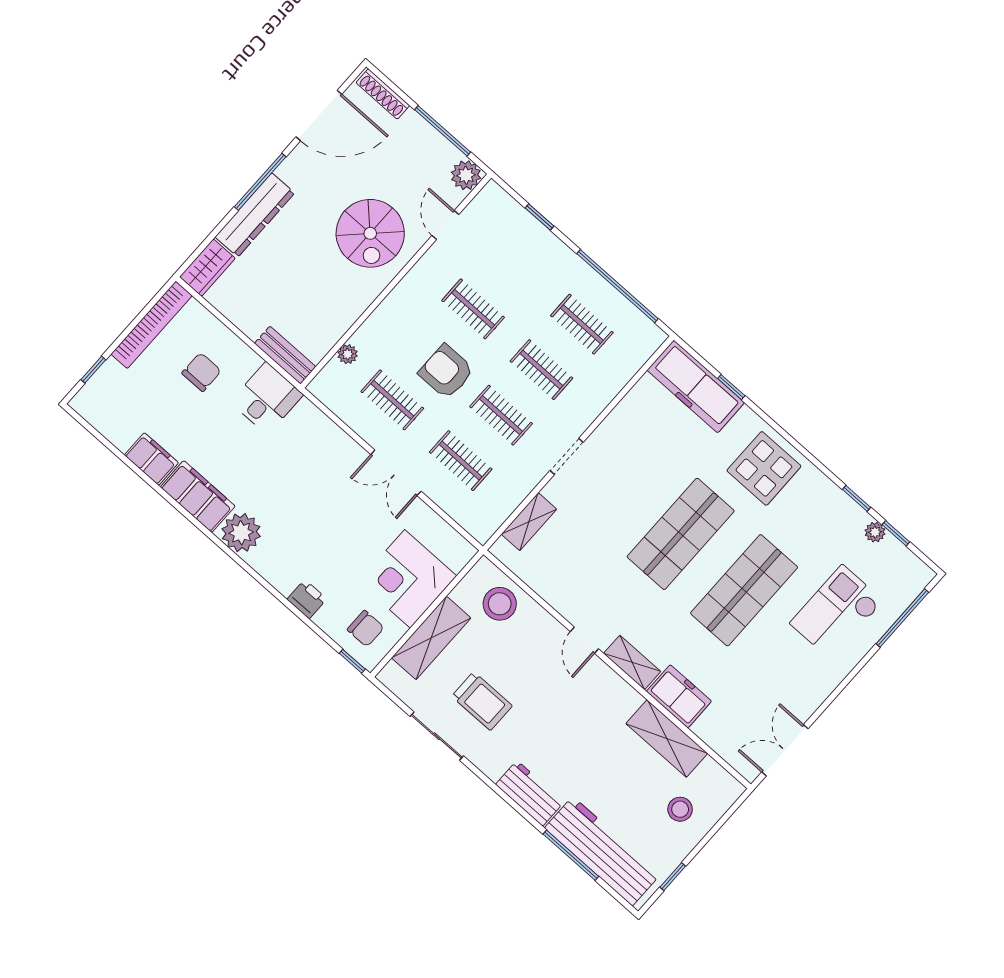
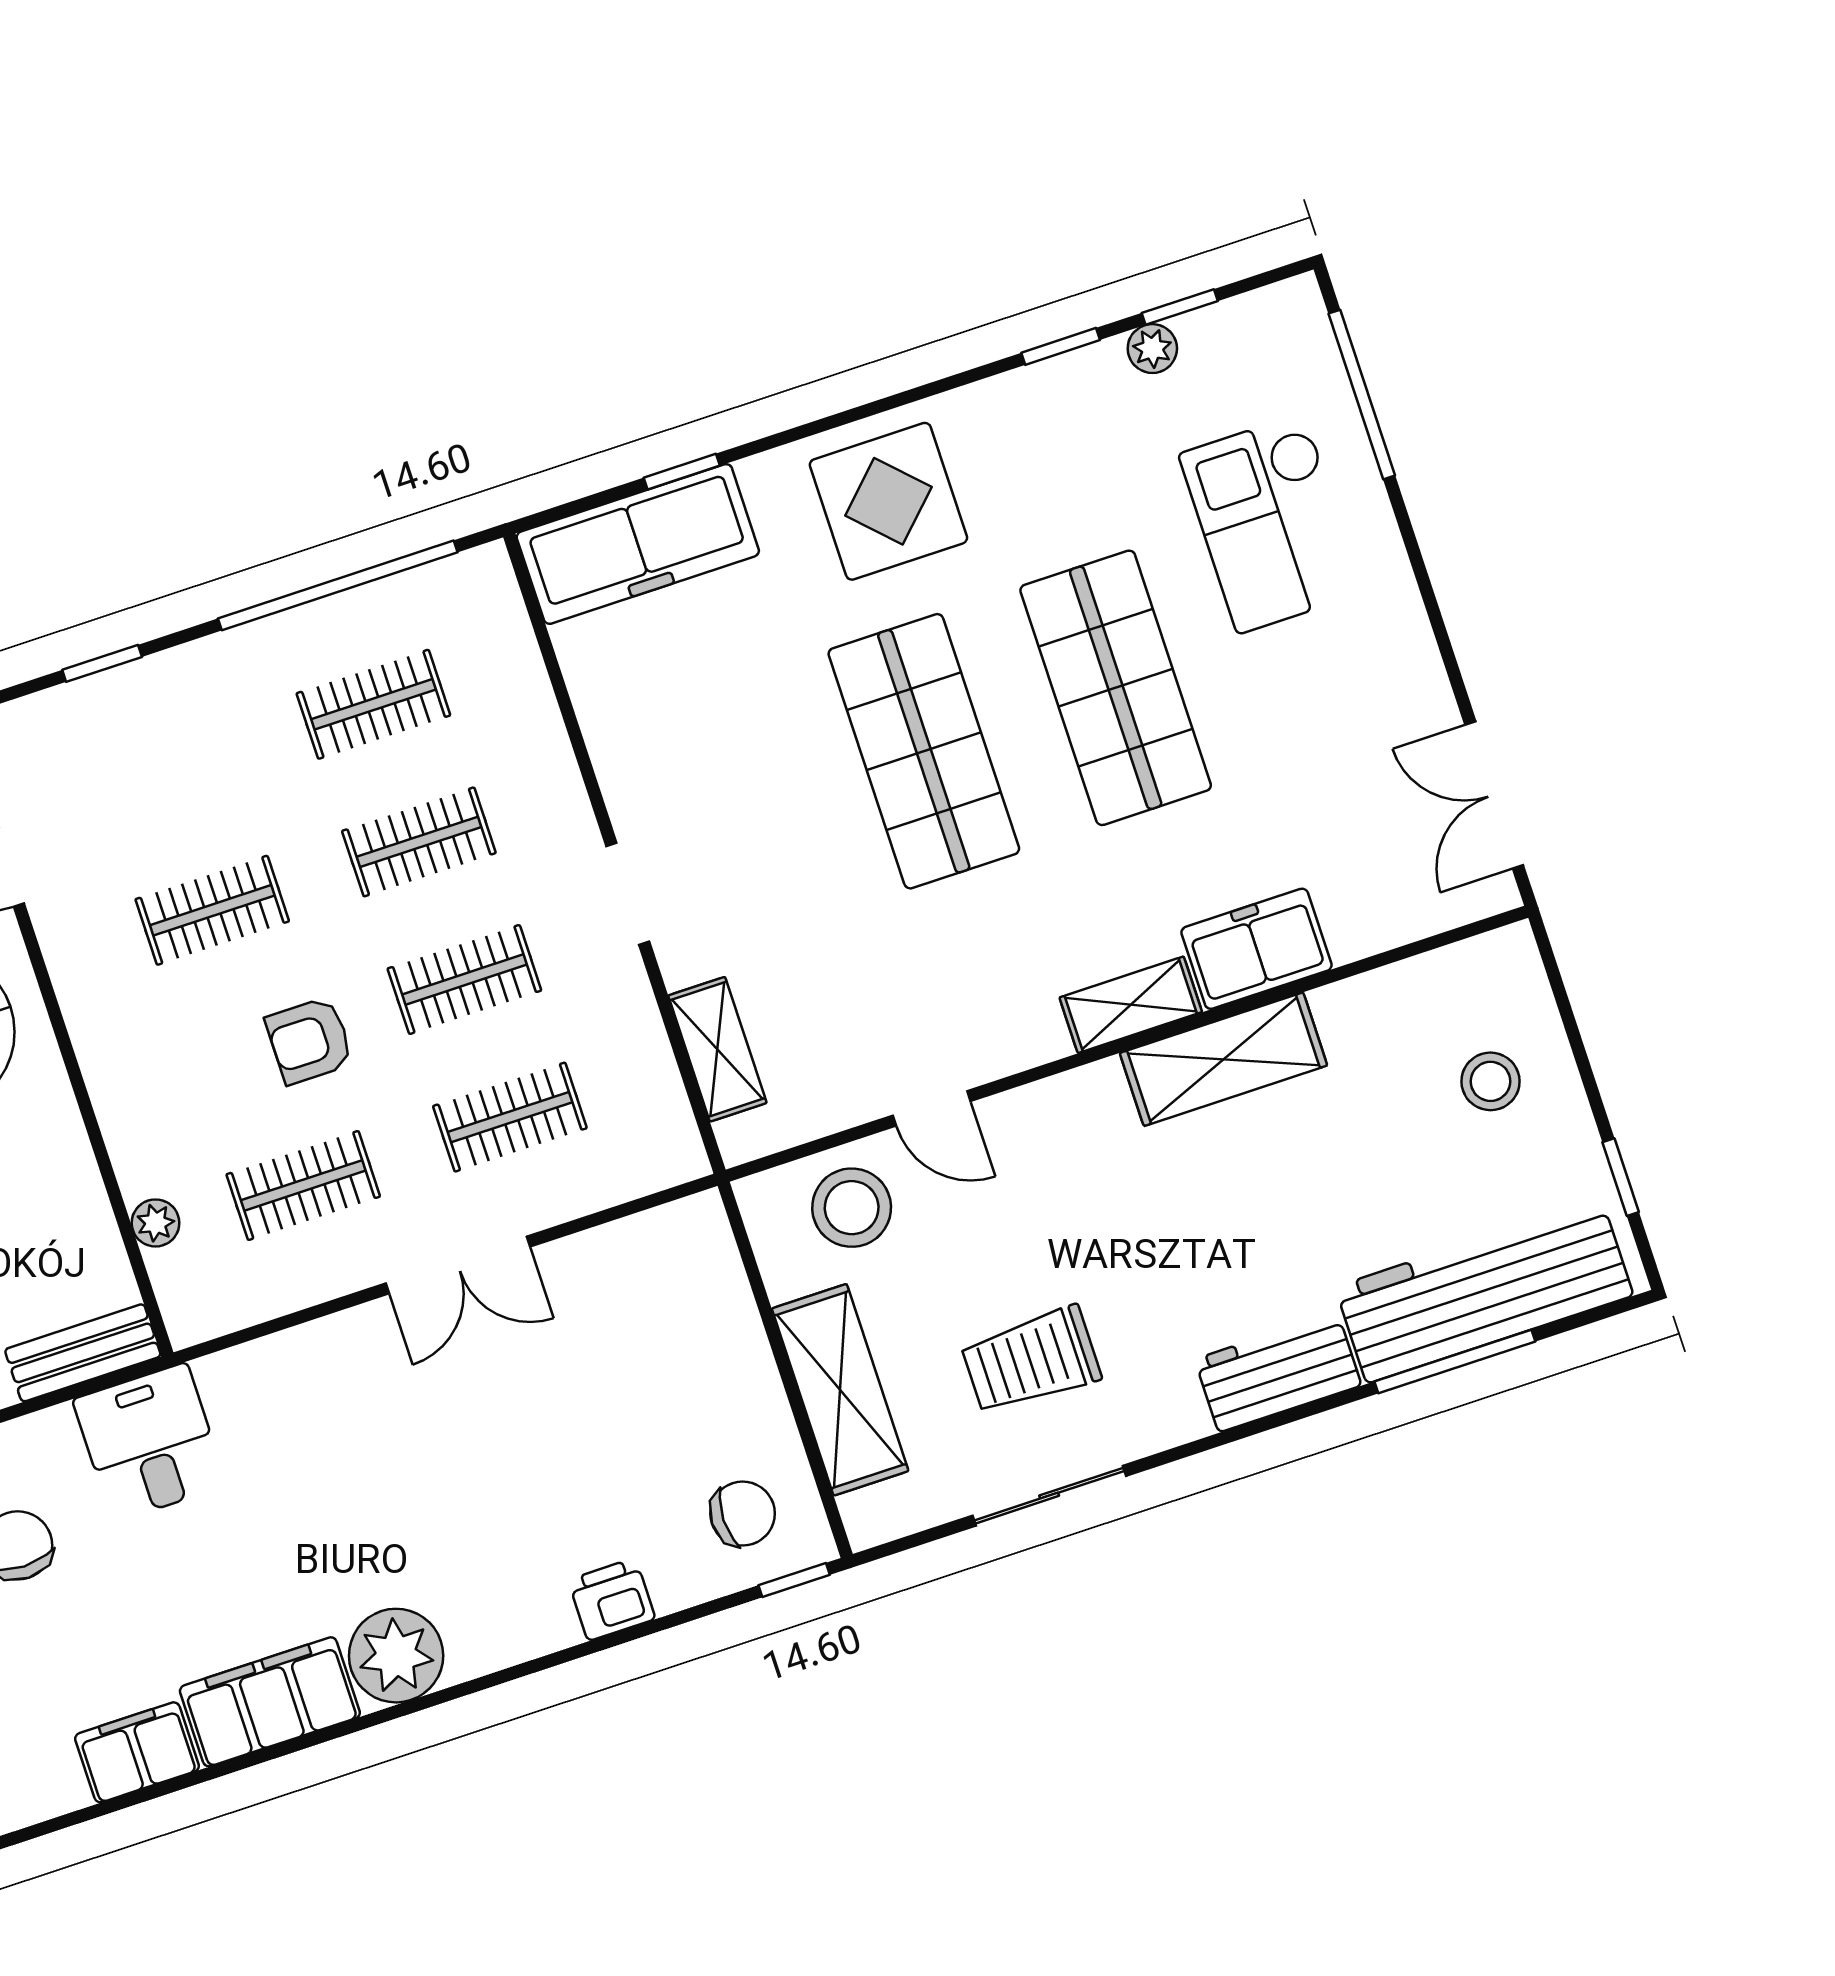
armchair: (446, 372) -> (309, 1041), width x0.72, depth x0.72
corner desk: (407, 579) -> (690, 1368), removed
door: (584, 640) -> (932, 1108), moved
trolley: (482, 701) -> (1031, 1360), turned 180
shelving: (667, 738) -> (1223, 1059), moved

